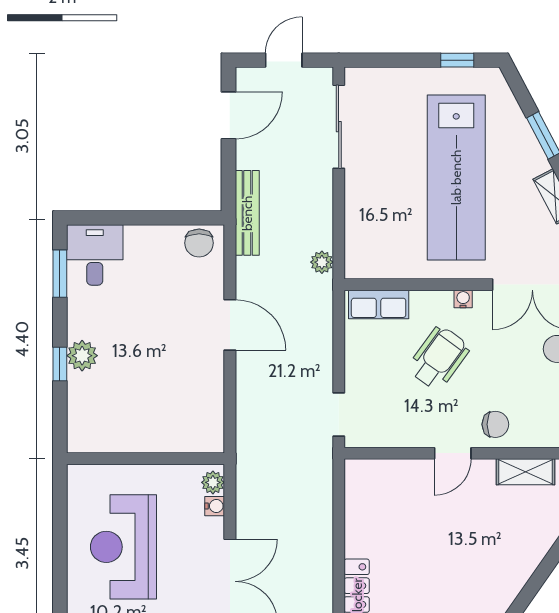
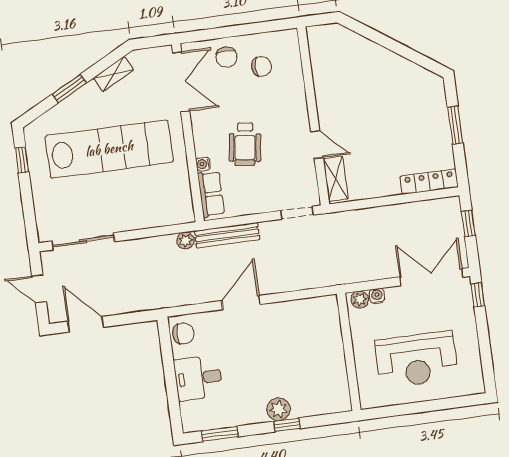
bench: (247, 213) -> (227, 235), moved
desk: (95, 255) -> (198, 378), moved
water cooler: (463, 299) -> (203, 164), moved
wheelchair: (439, 358) -> (245, 144), turned -118
chair: (495, 424) -> (261, 66), moved, turned 90
door: (453, 453) -> (317, 145), moved
shelving: (526, 472) -> (336, 179), moved

